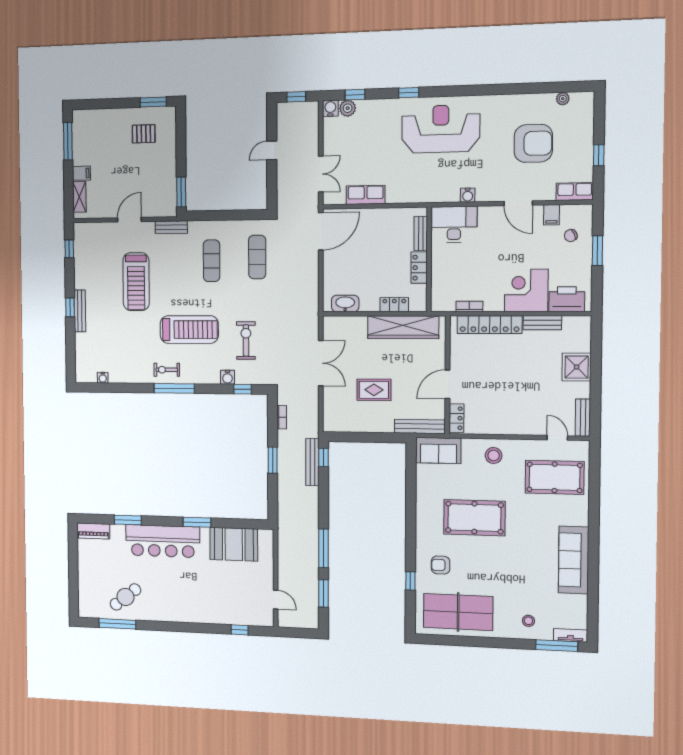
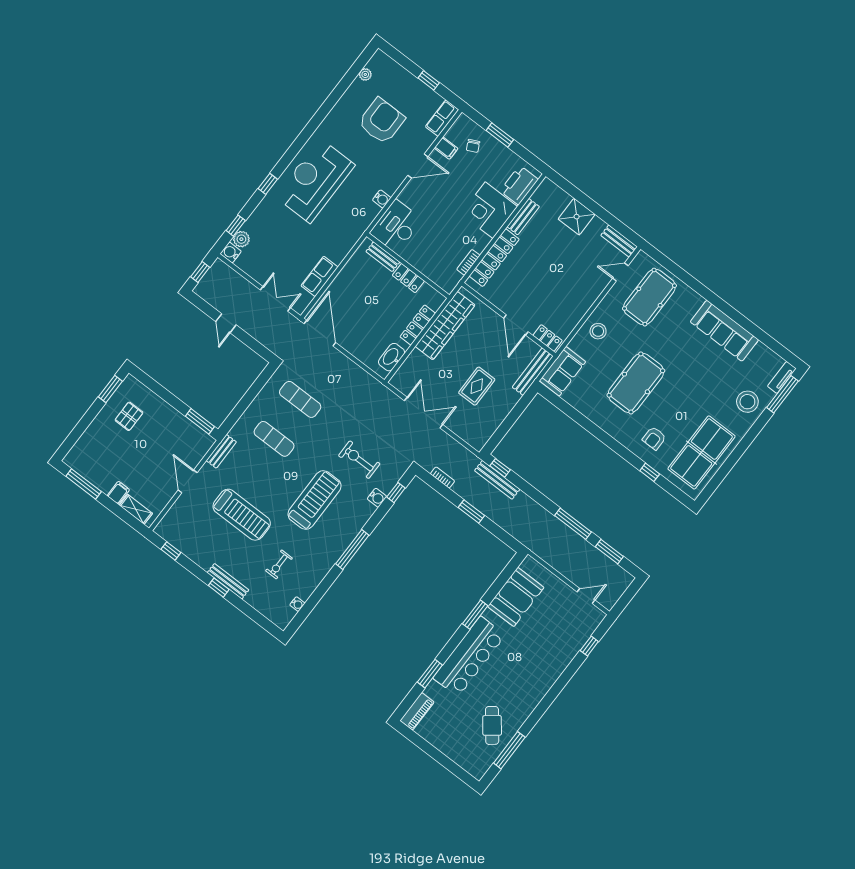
locker: (394, 305) -> (418, 325), width x1.53
exercise bike: (167, 370) -> (279, 564), moved
stool: (528, 621) -> (747, 402), width x1.89, depth x1.89

